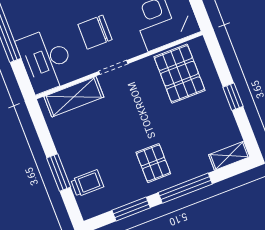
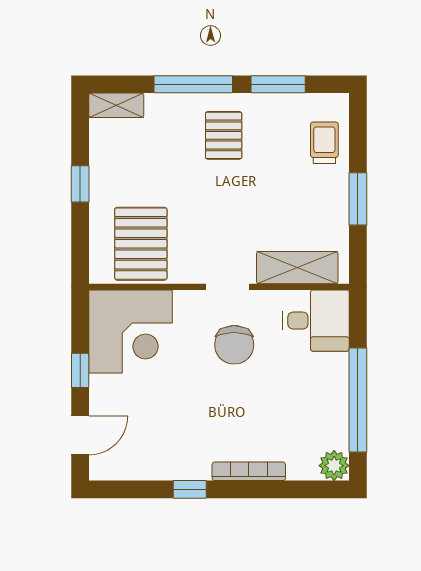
chair: (95, 32) -> (234, 345), turned 90
desk: (46, 60) -> (316, 321), width x0.73
window: (59, 172) -> (358, 199), moved
trolley: (87, 183) -> (324, 143), turned 90

